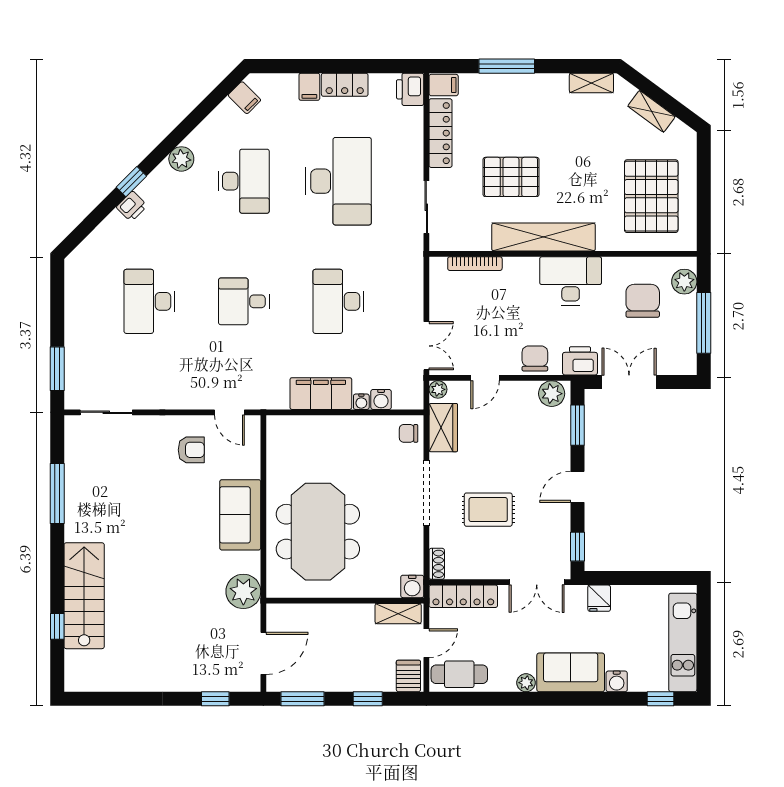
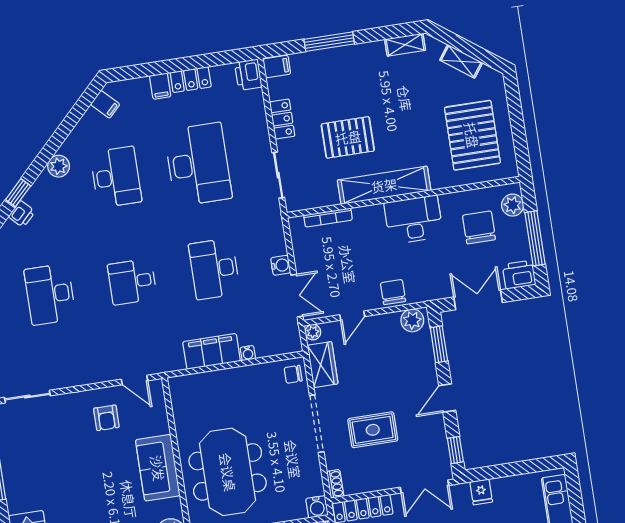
locker: (441, 133) -> (282, 119), width x0.66
printer: (580, 361) -> (519, 275), moved
water cooler: (381, 399) -> (281, 265), moved, turned -90
armchair: (191, 450) -> (106, 418), turned 90

